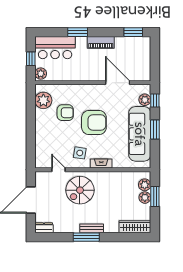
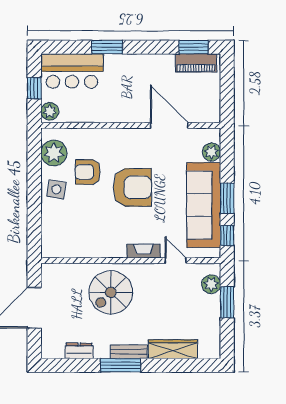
piano: (101, 42) -> (196, 63), moved
window: (155, 100) -> (227, 236), moved
armchair: (65, 113) -> (88, 172), turned 180
side table: (80, 153) -> (56, 189), moved
door: (58, 170) -> (175, 261), moved
plant: (145, 198) -> (212, 304), removed
wardrobe: (135, 227) -> (173, 349), moved
dresser: (44, 228) -> (79, 351), moved

